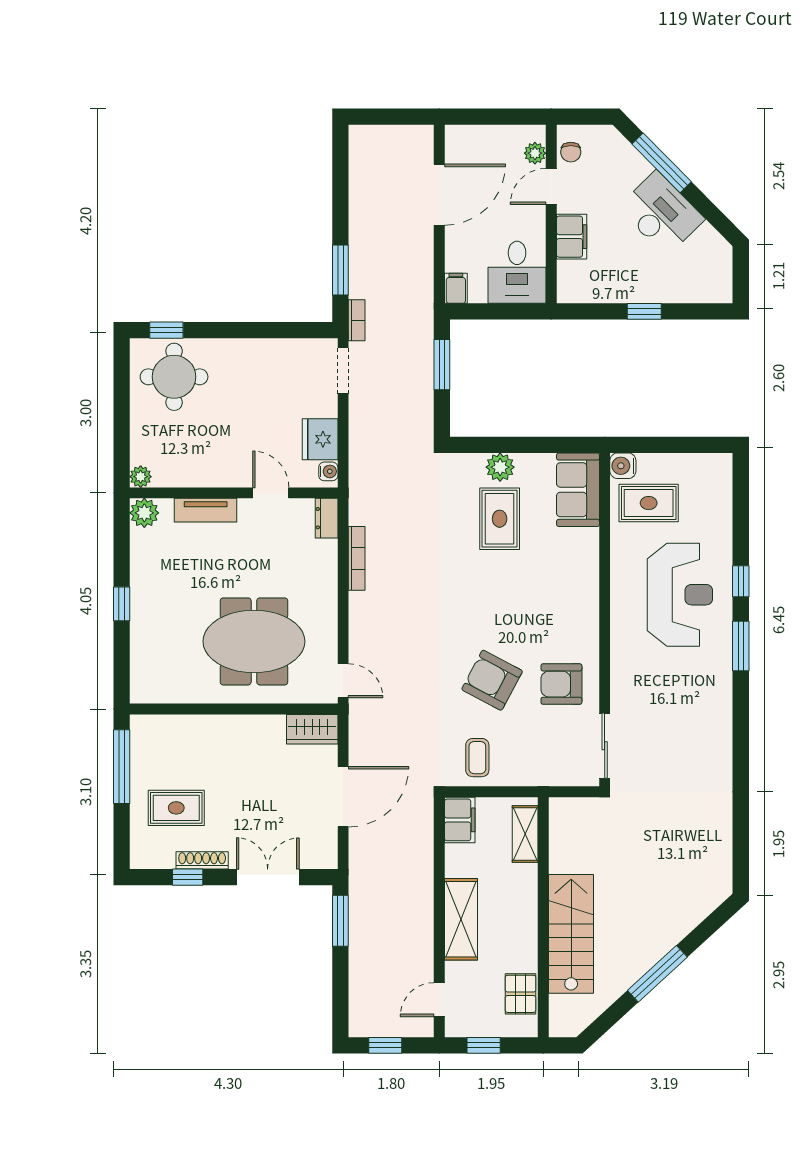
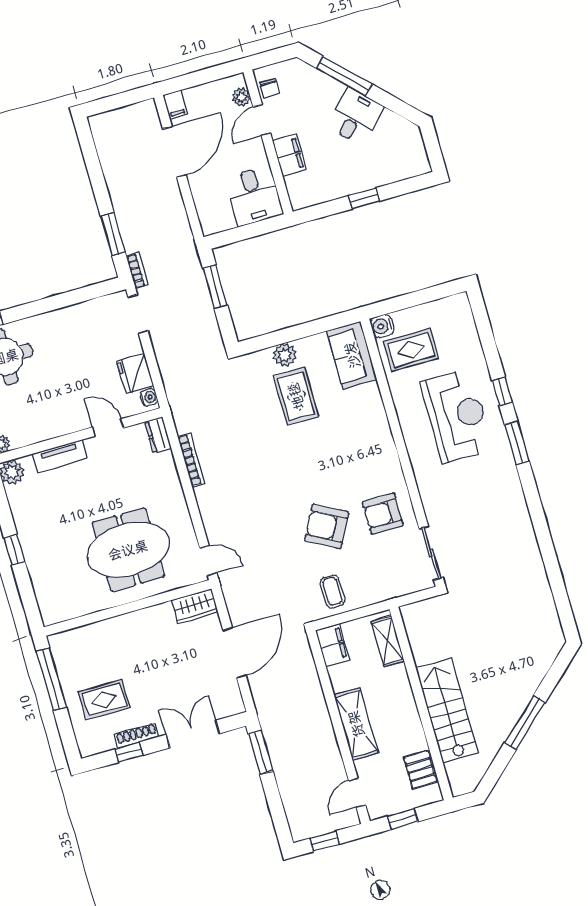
desk: (661, 213) -> (355, 116), width x0.73
filing cabinet: (456, 288) -> (175, 104), moved, turned 180

